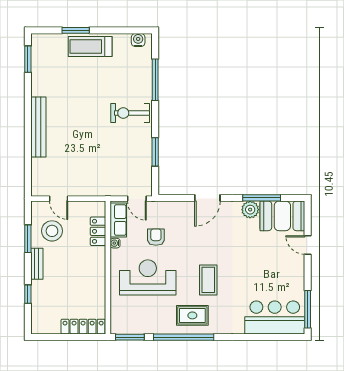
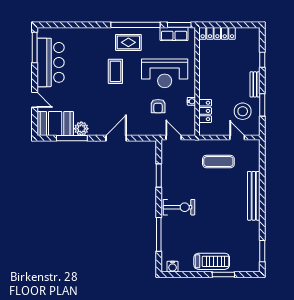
exercise mat: (82, 169) -> (218, 162), added
row of seats: (118, 220) -> (174, 34), moved, turned -90
bar counter: (275, 317) -> (51, 62), moved, turned -90

